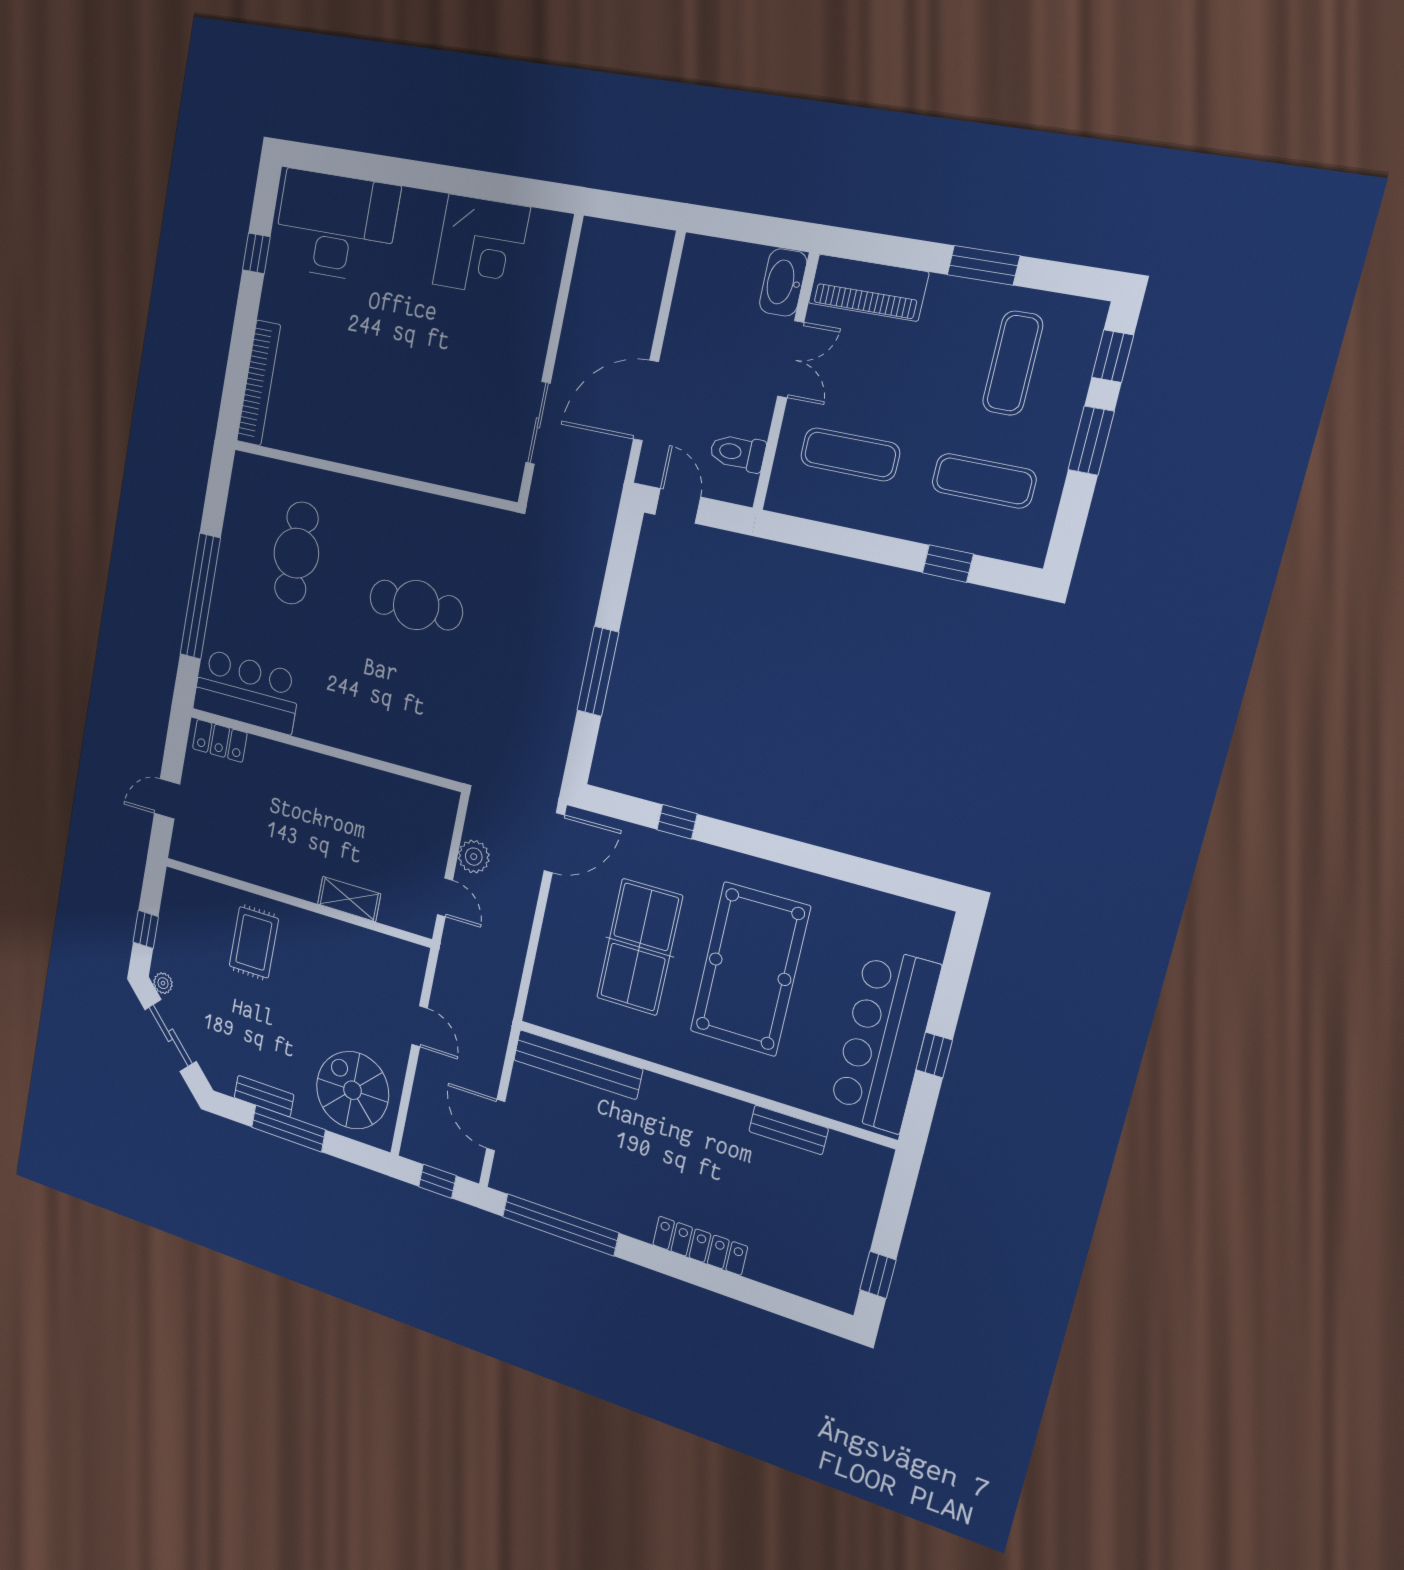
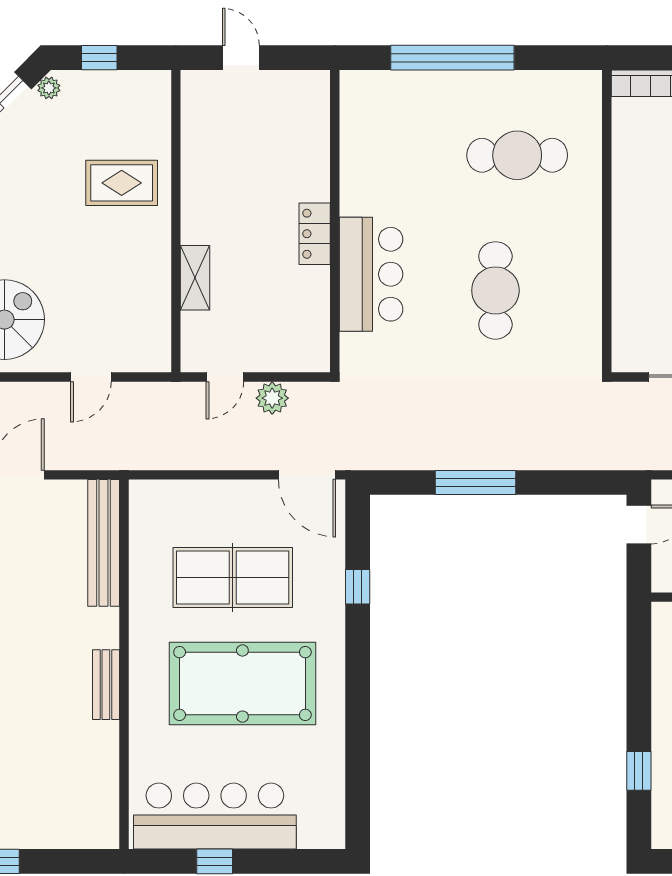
bar counter: (247, 691) -> (371, 274), moved
locker: (220, 741) -> (315, 234), moved
bench: (788, 1130) -> (106, 685), moved

